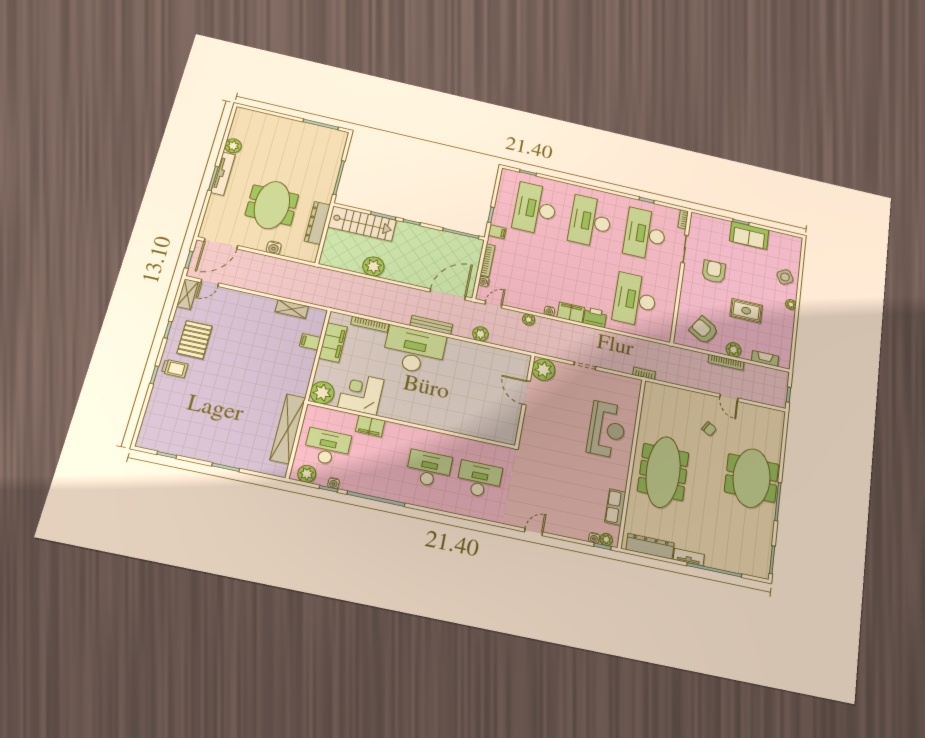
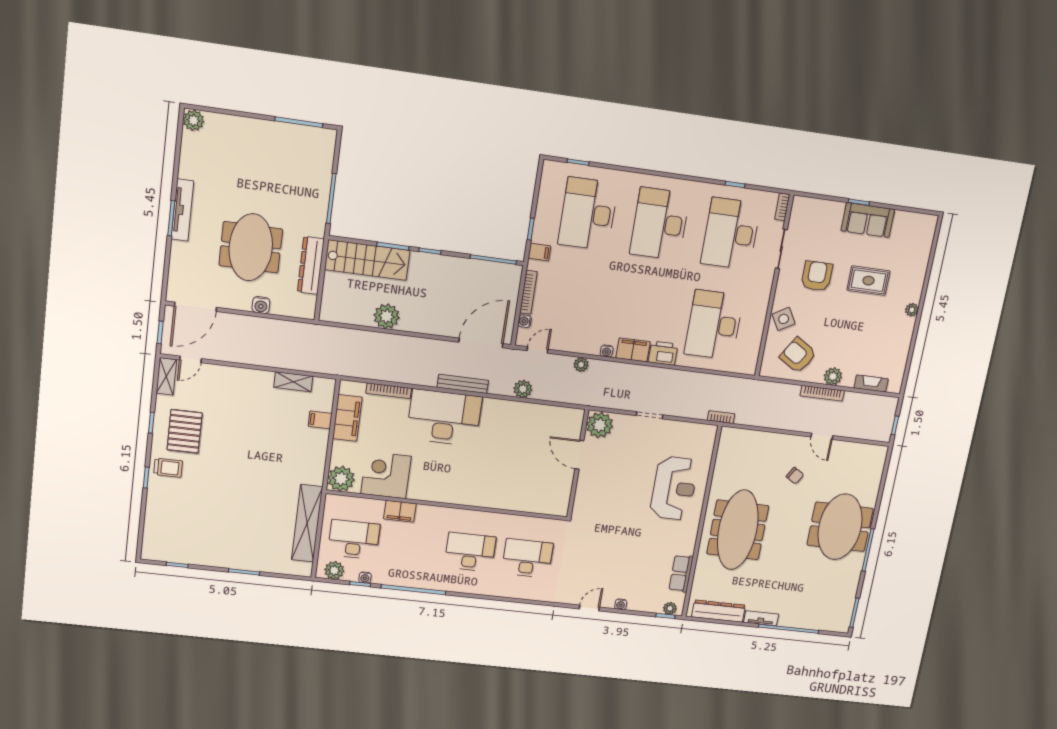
plant: (233, 146) -> (193, 120), moved
side table: (785, 277) -> (784, 319), moved
rug: (746, 311) -> (868, 281), moved
water cooler: (594, 538) -> (621, 604), moved

